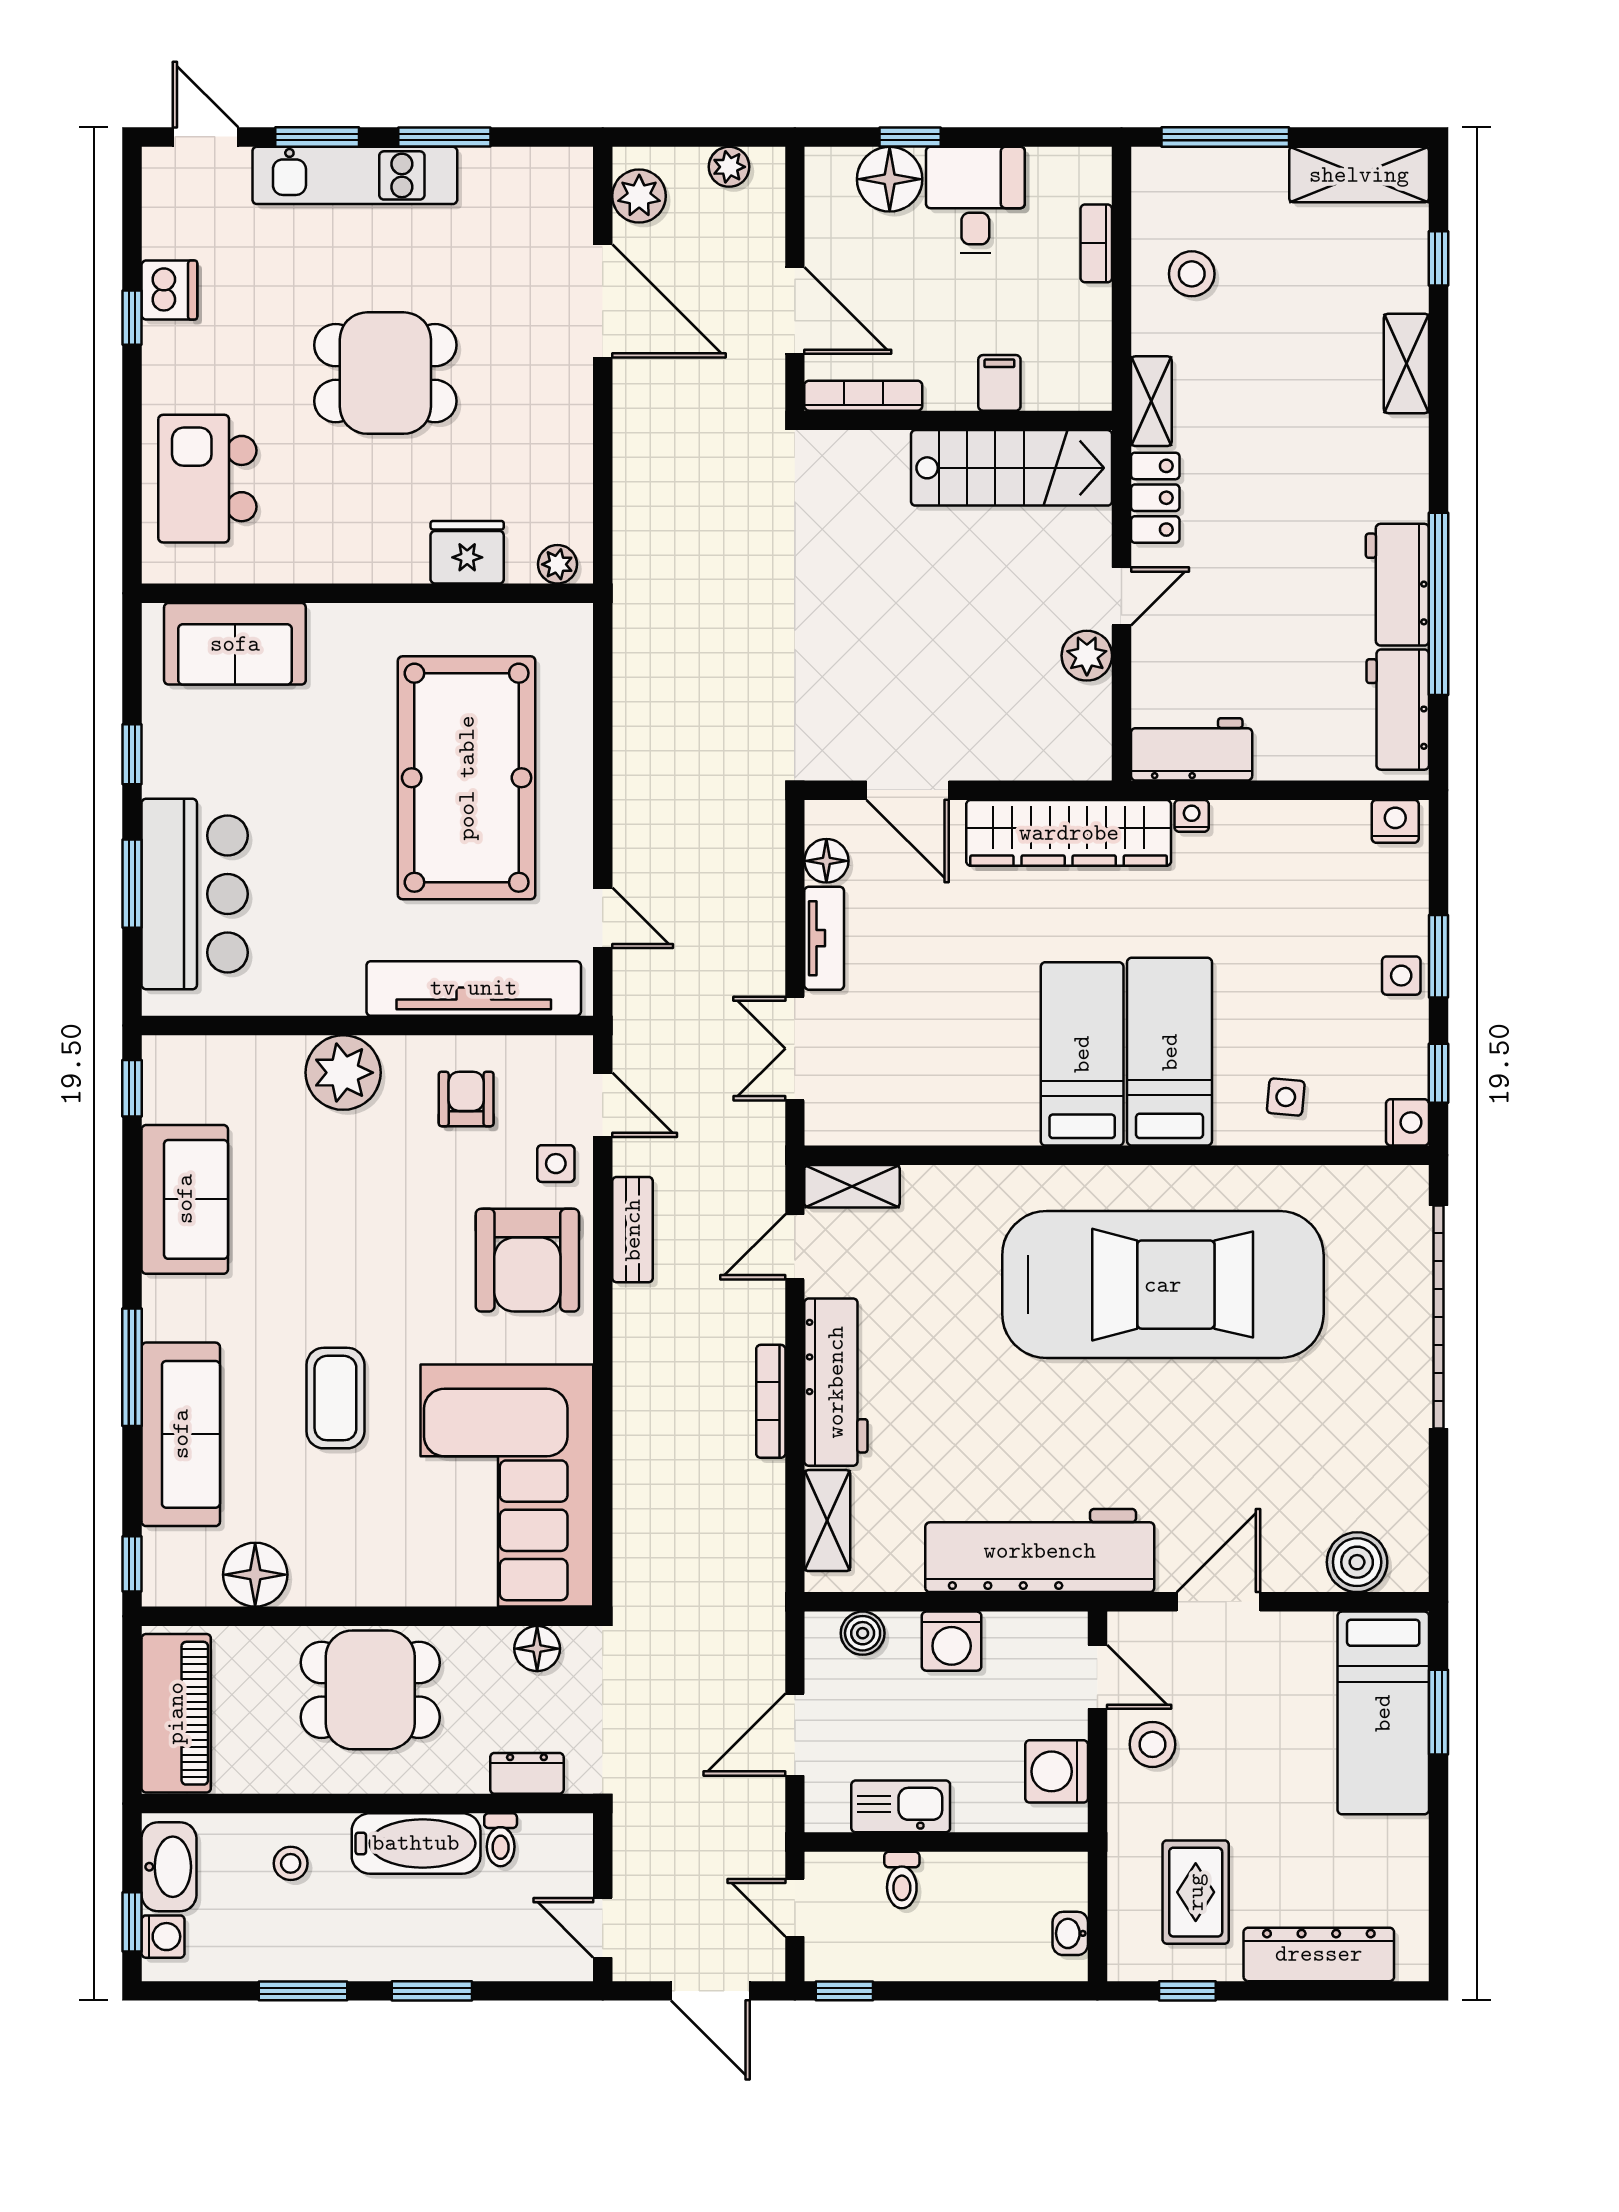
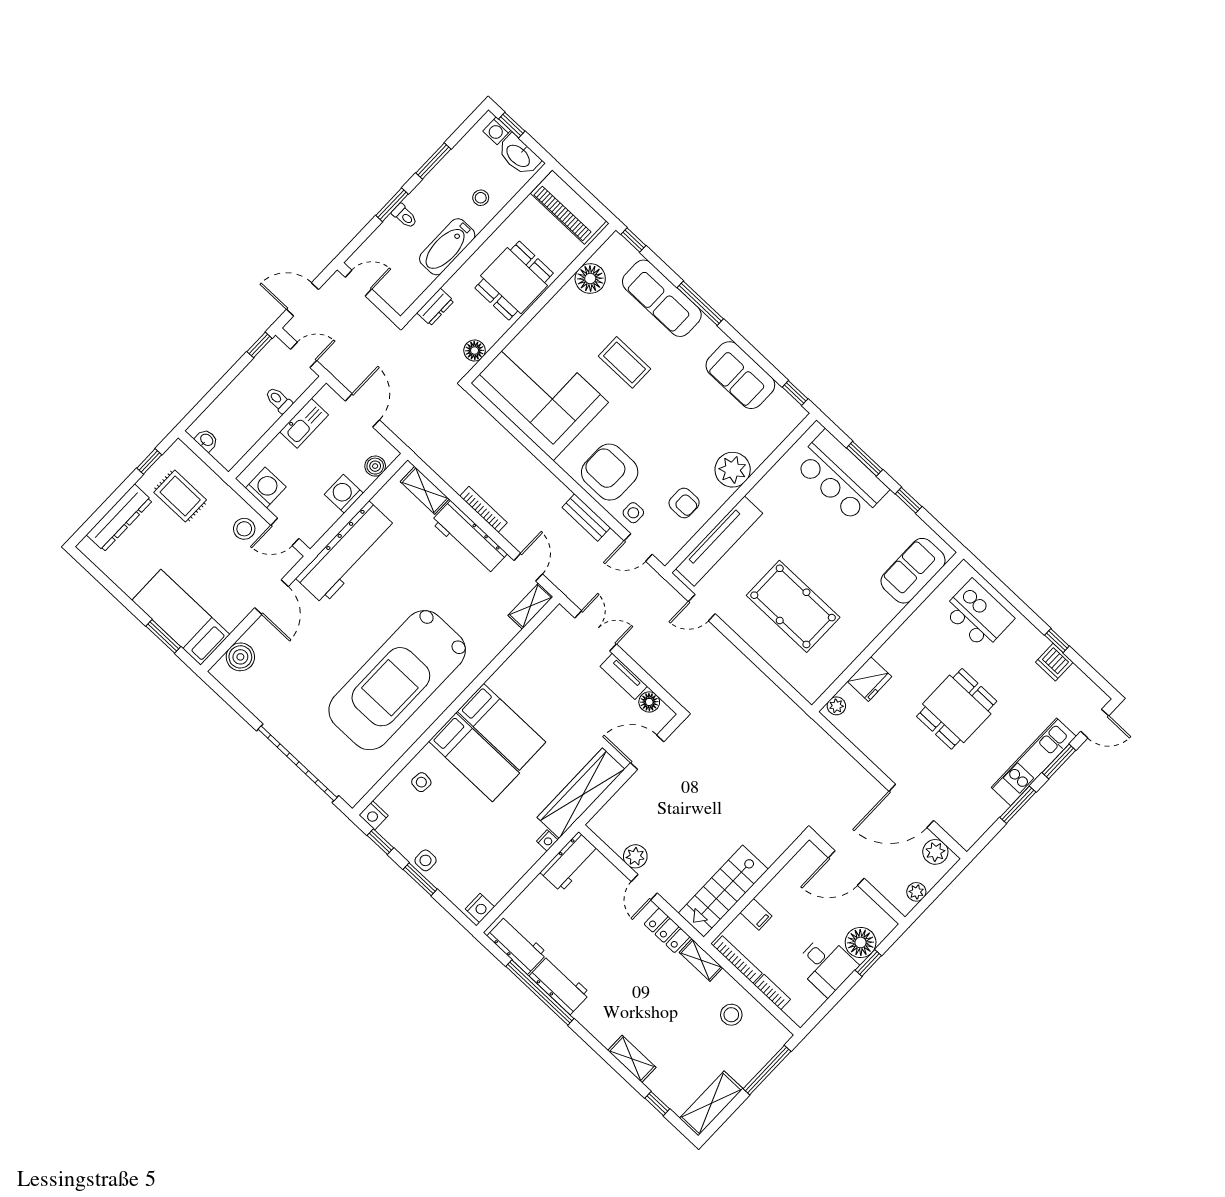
bookcase: (863, 396) -> (738, 960), moved, turned -90
pool table: (467, 778) -> (793, 606), width x0.73, depth x0.76
toilet: (501, 1840) -> (405, 216), moved, turned 180

